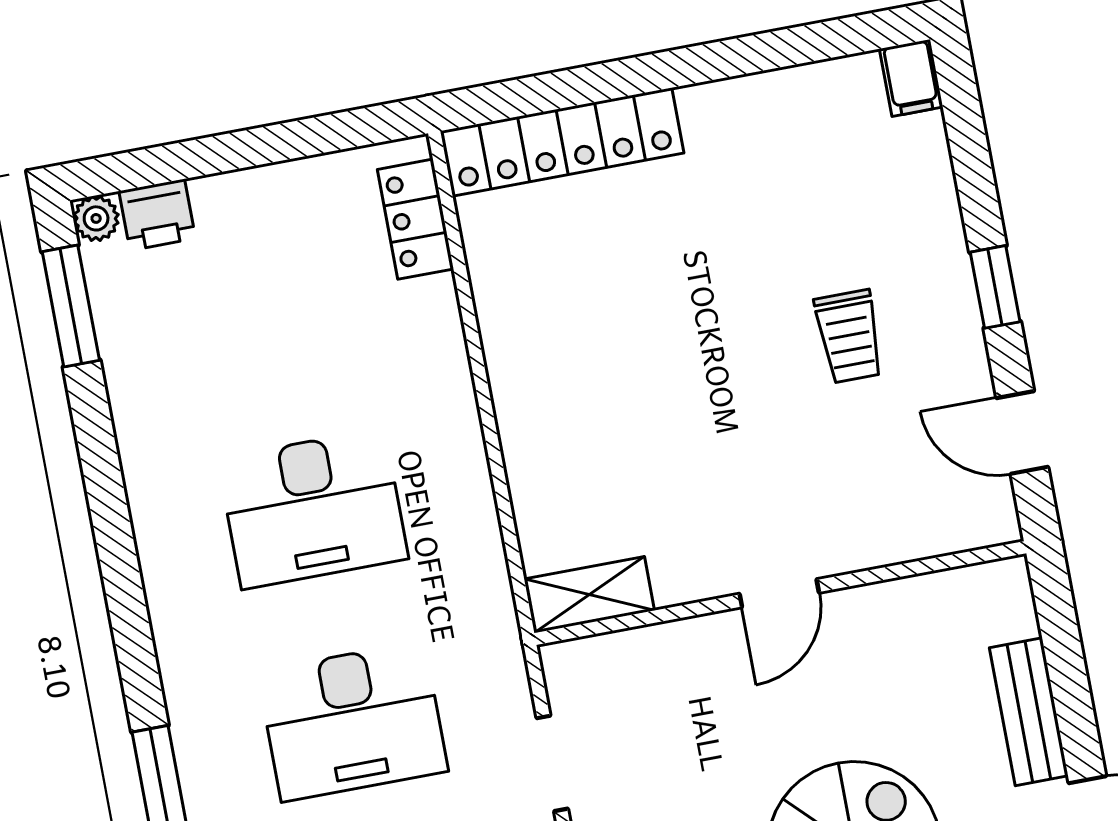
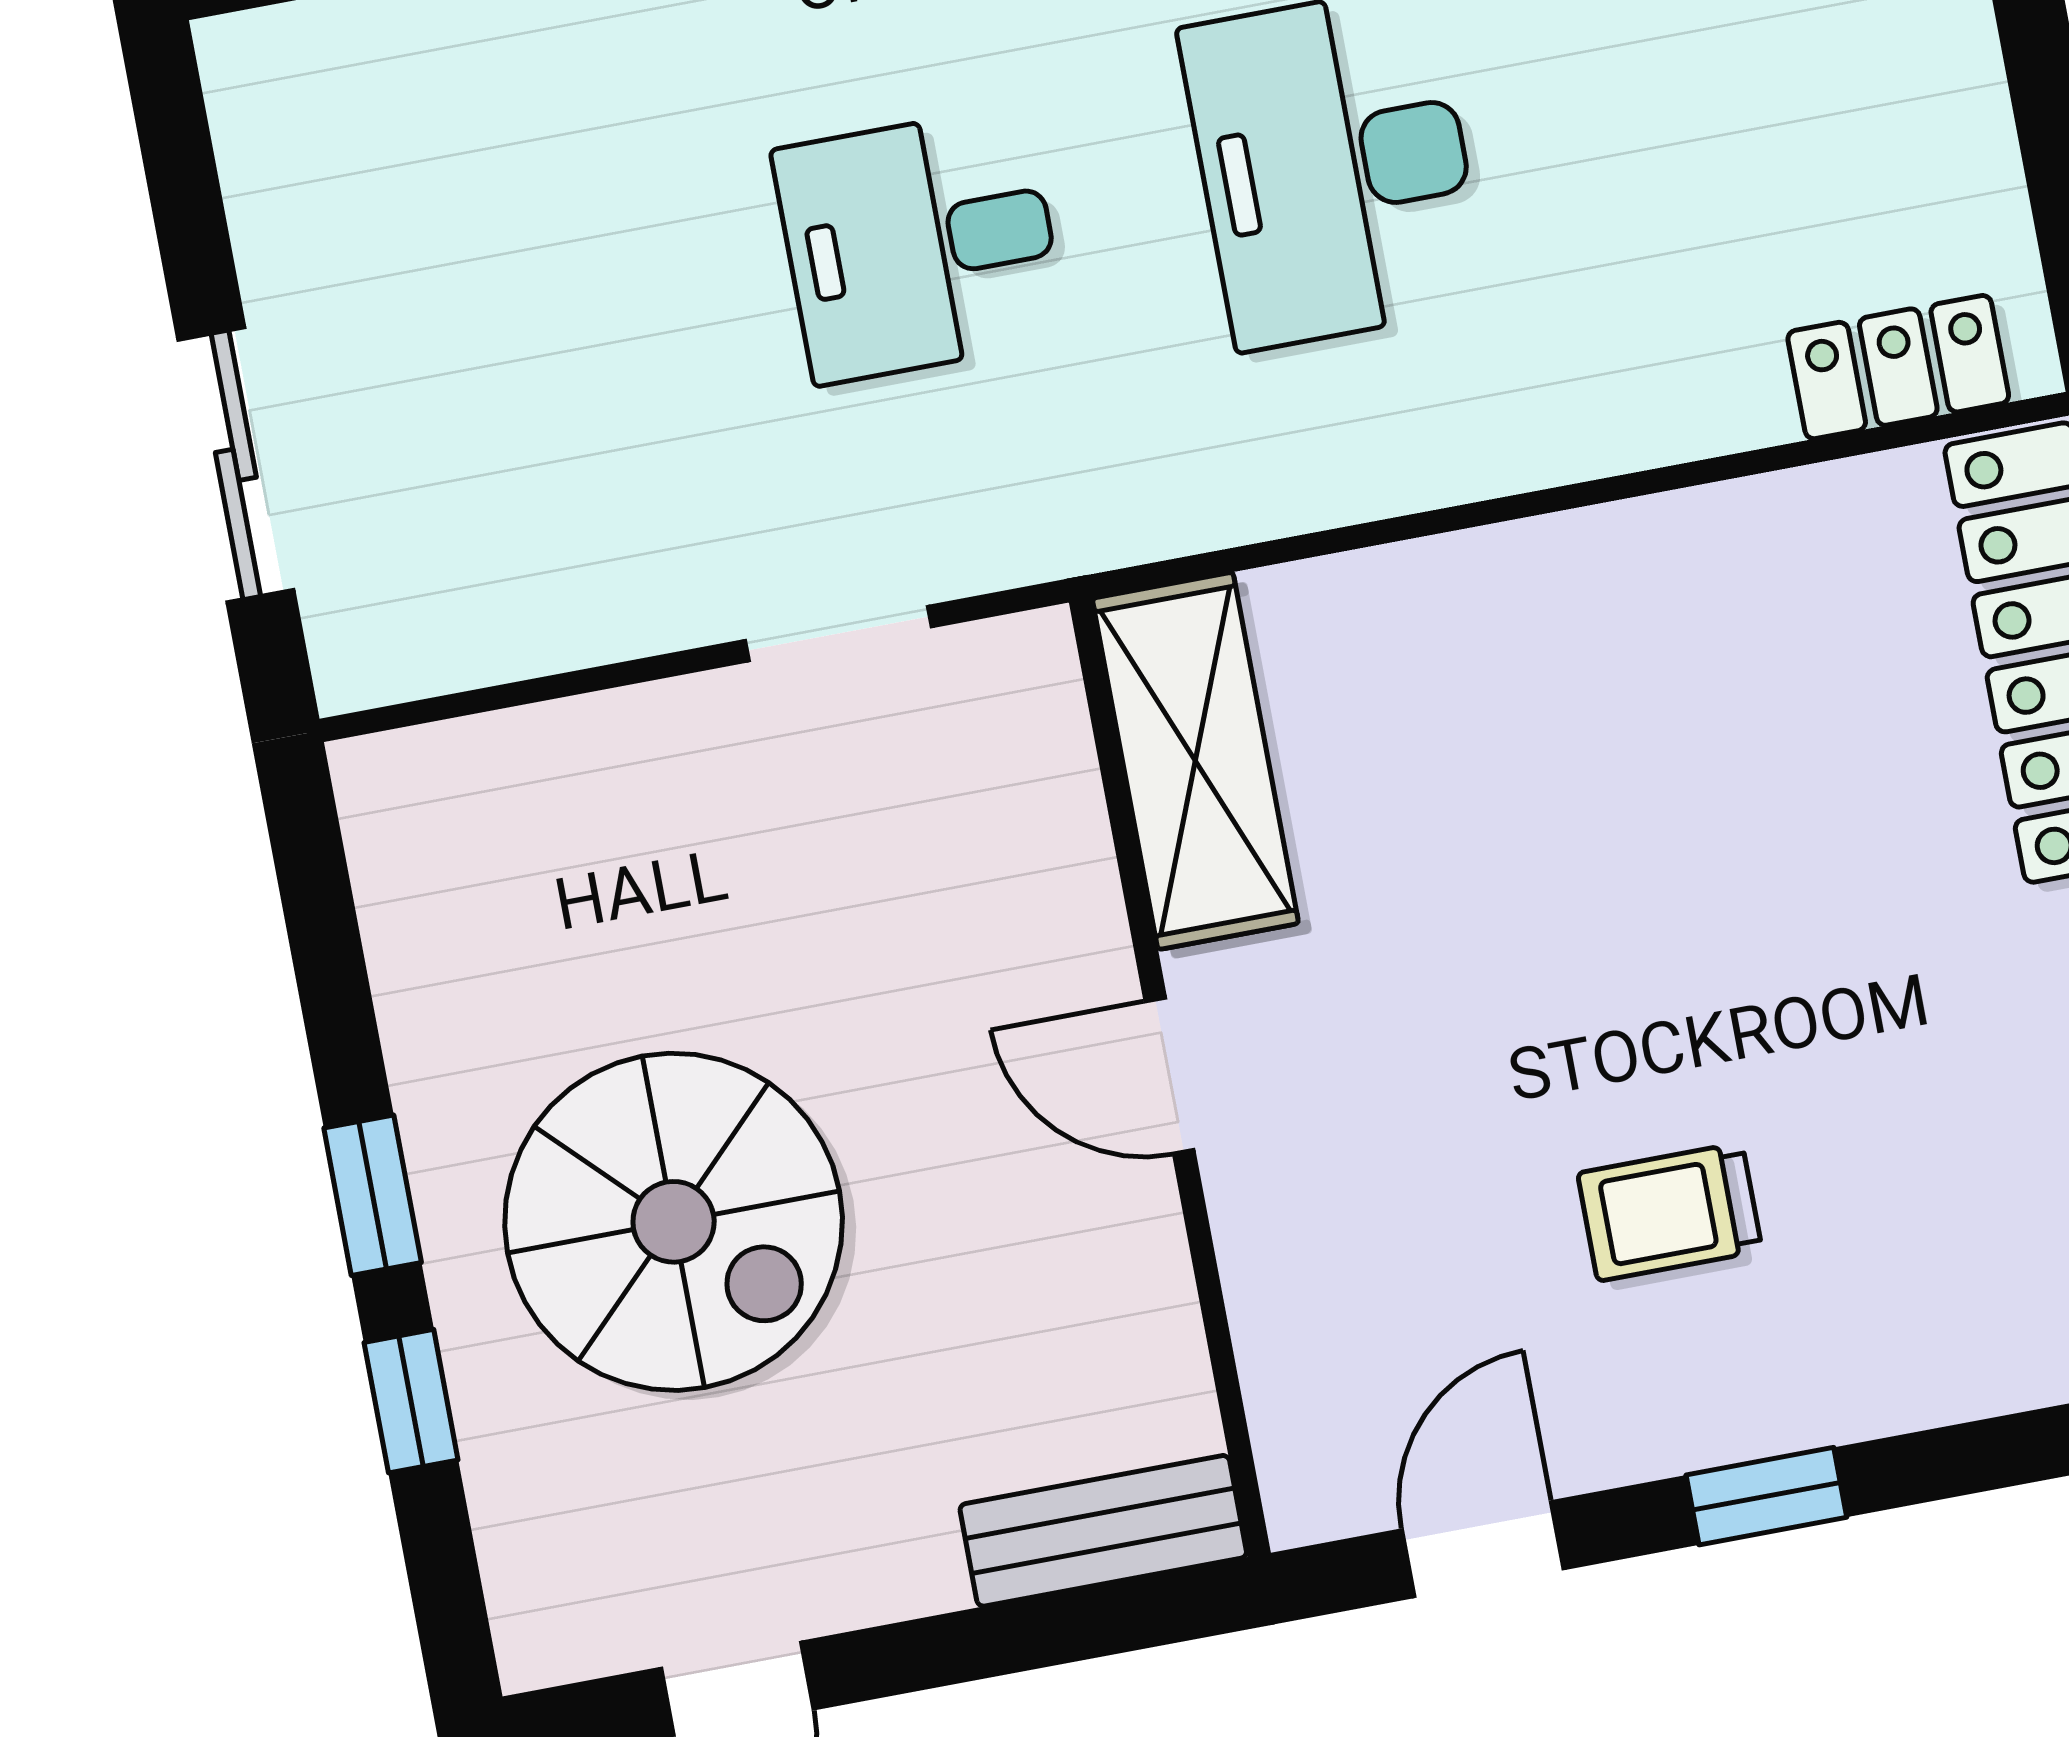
shelving: (589, 595) -> (1195, 761), width x1.50, depth x1.33
bench: (1029, 712) -> (1103, 1531), moved
desk: (353, 721) -> (920, 245), width x0.73

